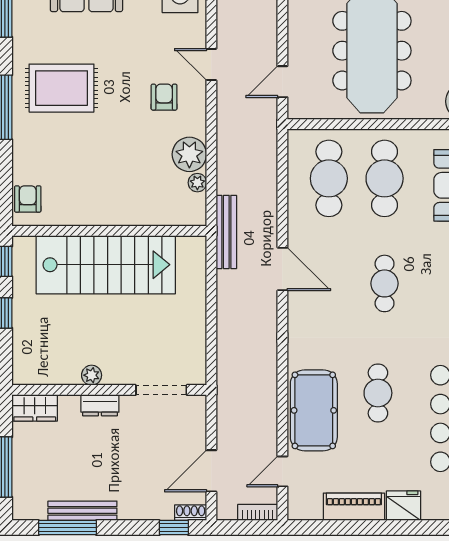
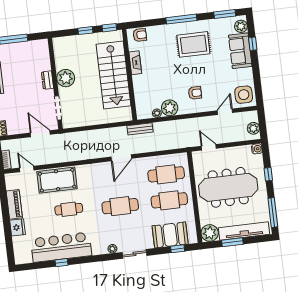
door: (211, 65) -> (225, 112), moved
rug: (61, 88) -> (193, 44), turned 90
fireplace: (86, 216) -> (135, 63), added
bench: (226, 232) -> (140, 129), width x0.73
cafe table: (385, 283) -> (120, 206), width x1.37, depth x1.35
plant: (92, 375) -> (66, 78), width x1.88, depth x1.88
wardrobe: (35, 408) -> (43, 50), removed
door: (211, 471) -> (40, 134), moved

